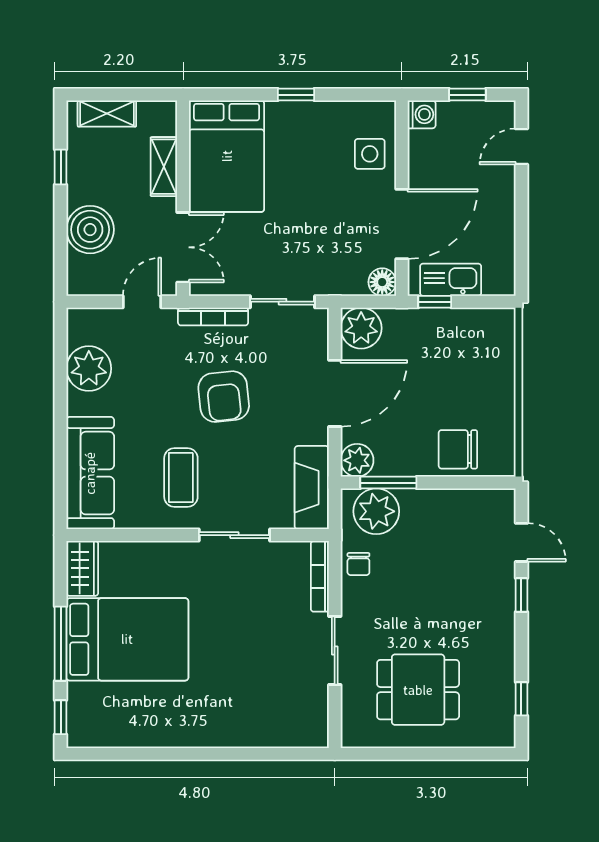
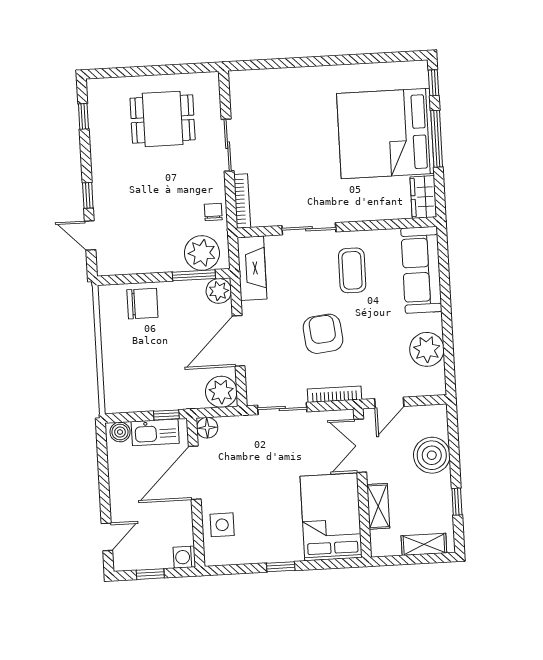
boiler: (497, 283) -> (120, 432), added
bed: (127, 639) -> (385, 133), width x1.36

